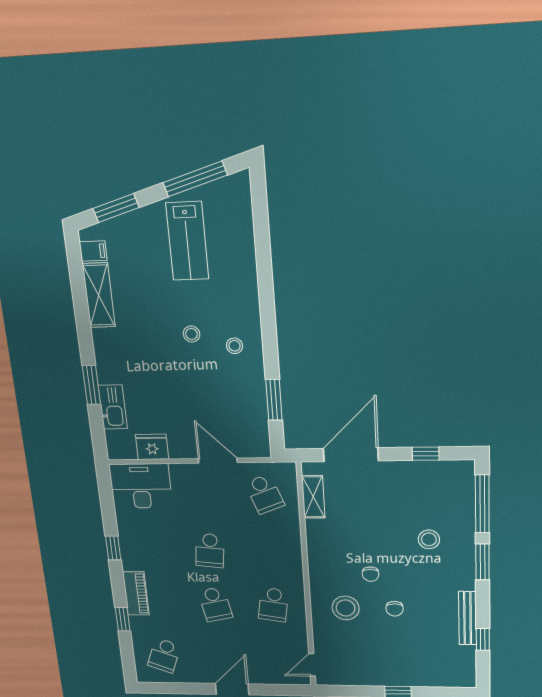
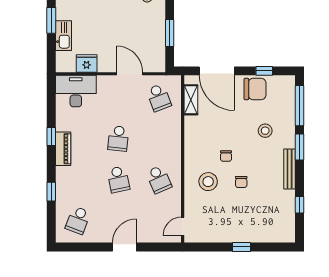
door: (351, 455) -> (217, 71), swing flipped
chair: (412, 480) -> (255, 89), added
piano: (136, 593) -> (63, 149), moved
school desk: (273, 605) -> (159, 179), turned -33
bench: (468, 618) -> (290, 169), moved

